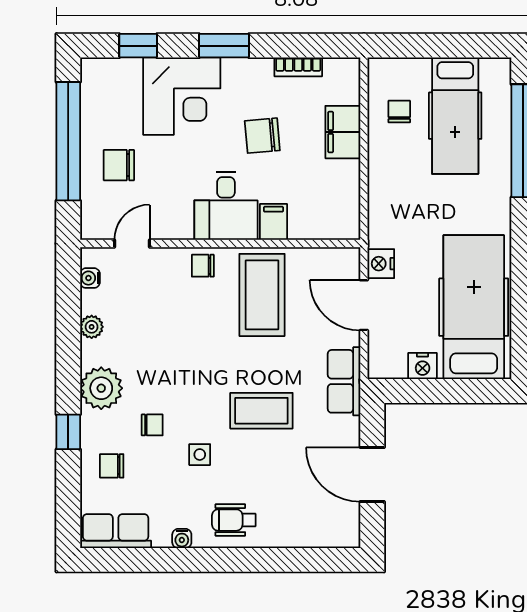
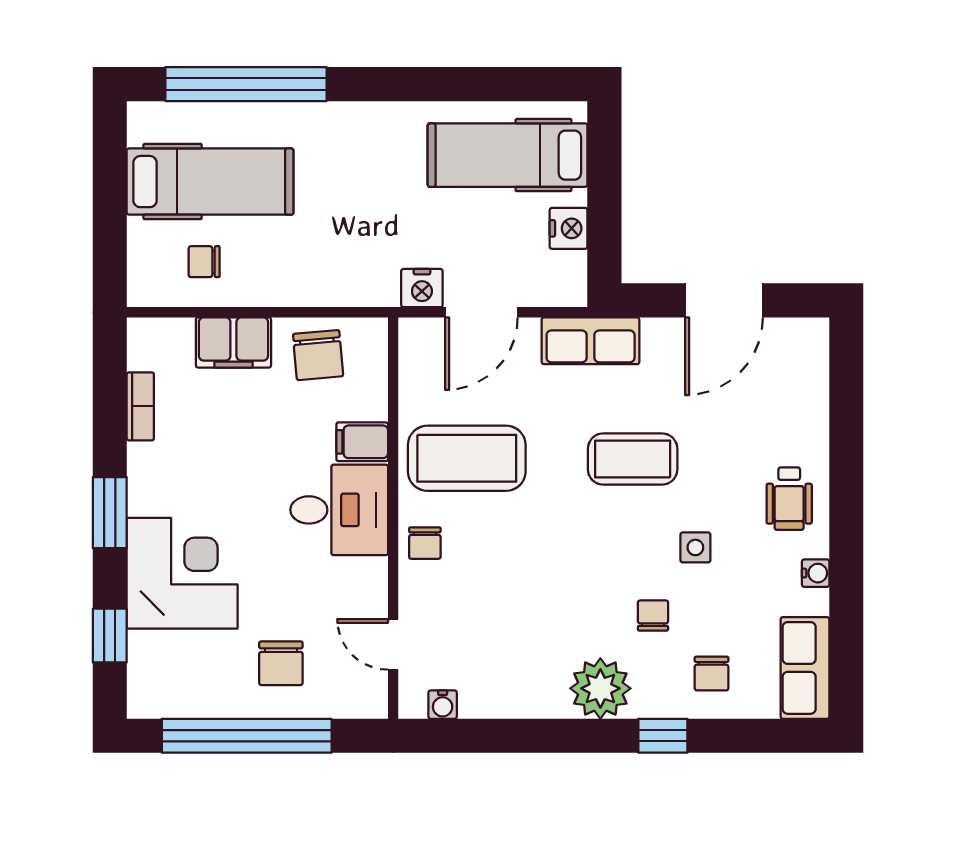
chair: (262, 136) -> (318, 355), moved
hospital bed: (474, 307) -> (508, 155), width x0.73, depth x0.78
plant: (92, 327) -> (512, 702), removed
coffee table: (261, 411) -> (633, 459), turned 90

